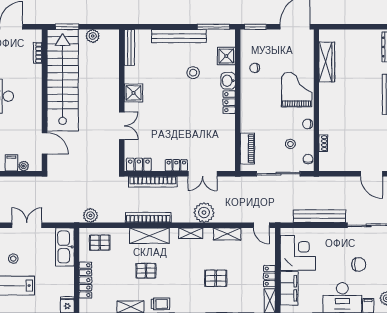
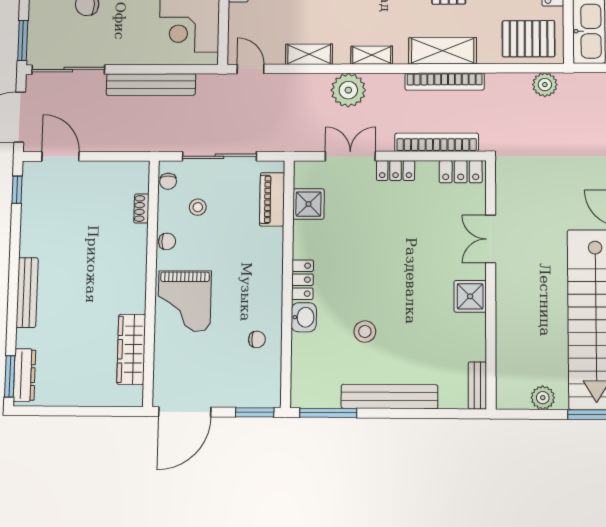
bench: (129, 47) -> (477, 385), width x0.73
shower: (226, 56) -> (308, 204), moved
pallet: (100, 243) -> (529, 39), width x1.50, depth x1.42

